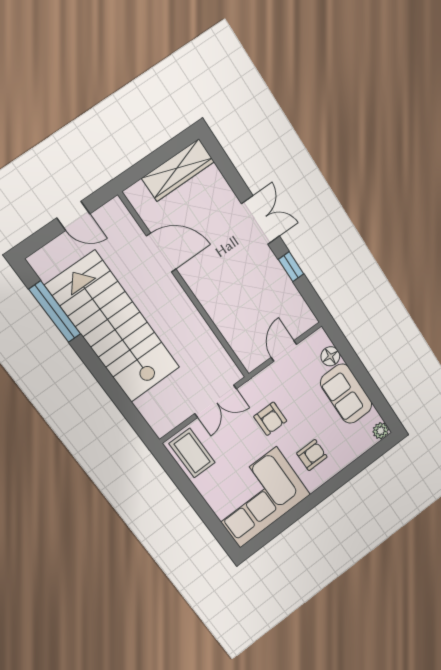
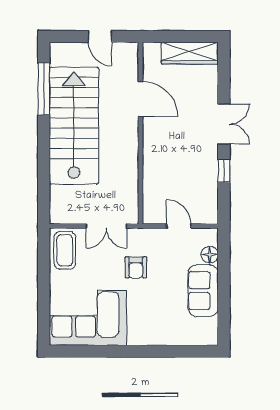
door: (284, 351) -> (179, 226), hinge flipped
plant: (381, 431) -> (210, 338), removed
armchair: (312, 455) -> (148, 317), removed

